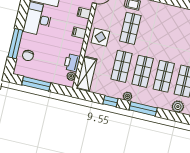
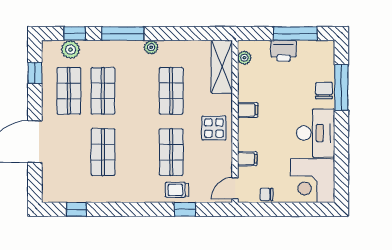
filing cabinet: (79, 33) -> (248, 110), moved
chair: (28, 55) -> (324, 91), moved
printer: (72, 63) -> (284, 51), moved, turned 90
shop shelf: (143, 71) -> (103, 152), moved
window: (110, 101) -> (75, 34), moved

